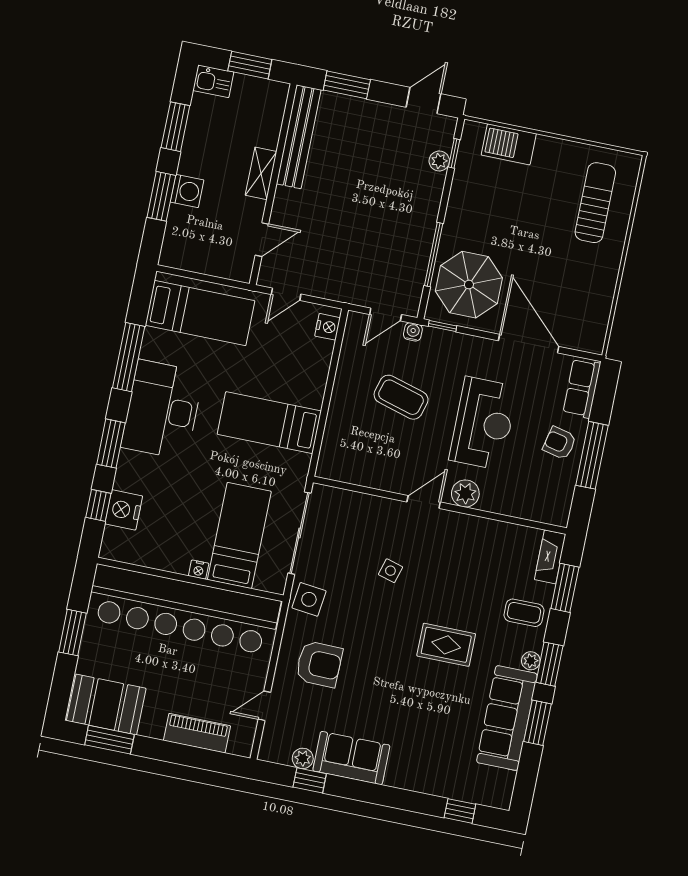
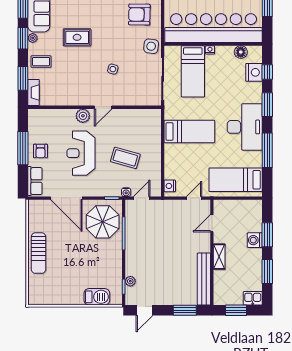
sun lounger: (595, 203) -> (39, 253), moved
armchair: (560, 443) -> (40, 151), turned 77
floor lamp: (141, 554) -> (241, 52), added

